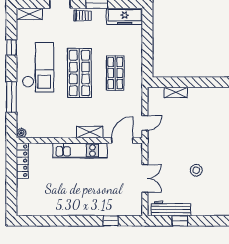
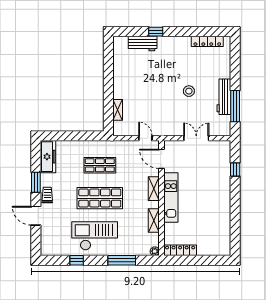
shelving: (29, 14) -> (154, 221), moved
workbench: (171, 208) -> (224, 97), moved
window: (180, 221) -> (235, 106), width x2.17

